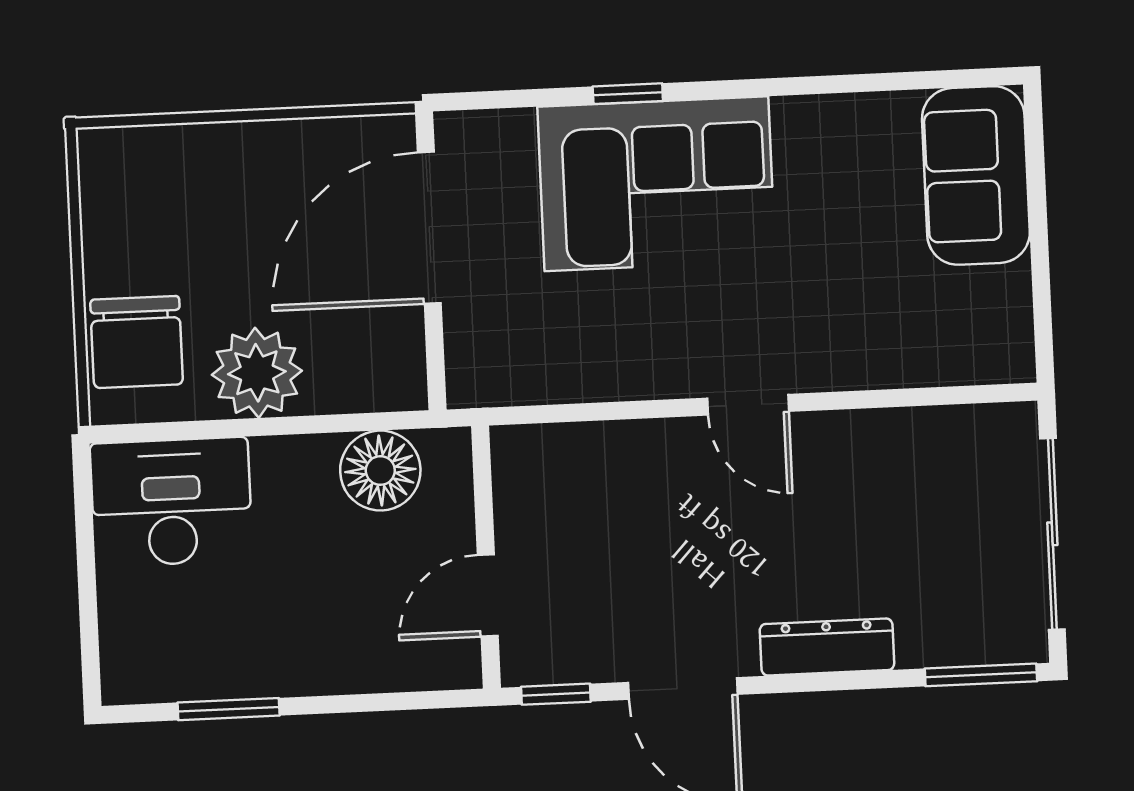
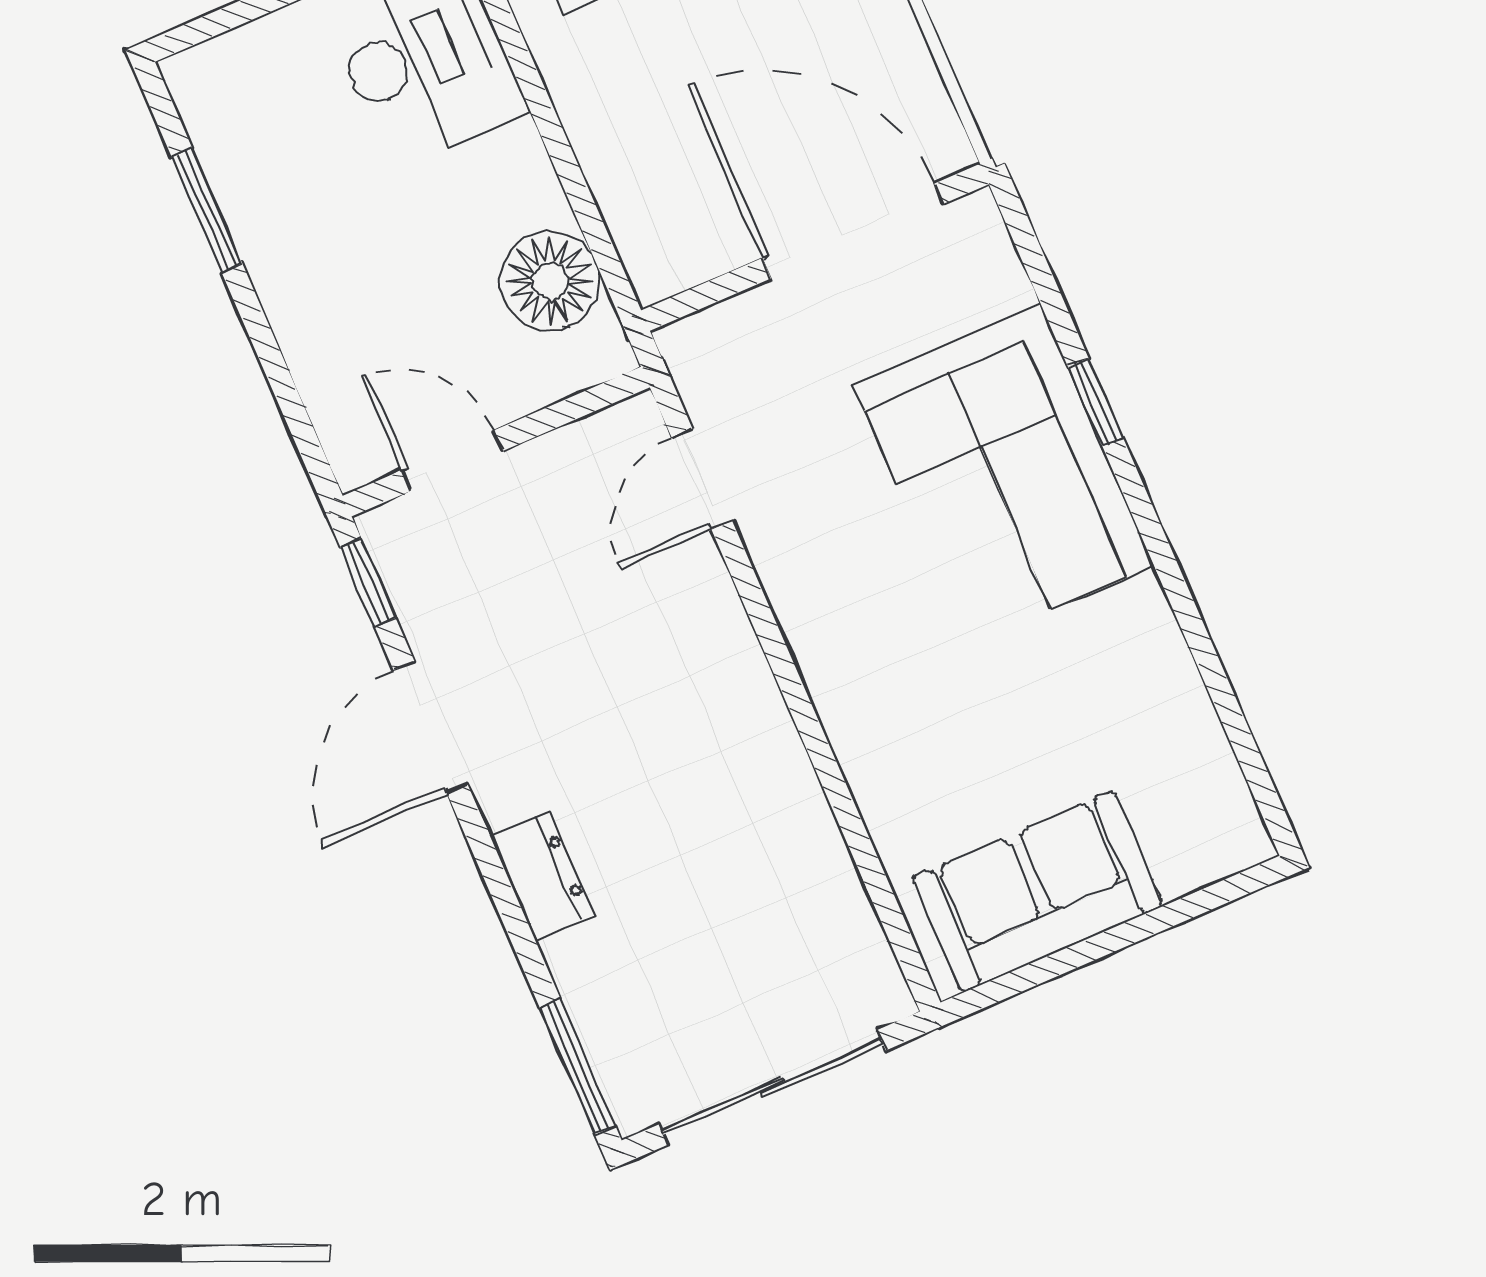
sofa: (976, 175) -> (1037, 891), moved
plant: (257, 373) -> (609, 95), removed
door: (748, 405) -> (702, 479), moved
dresser: (827, 647) -> (542, 876), width x0.70

